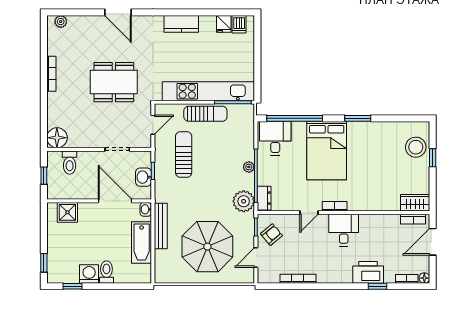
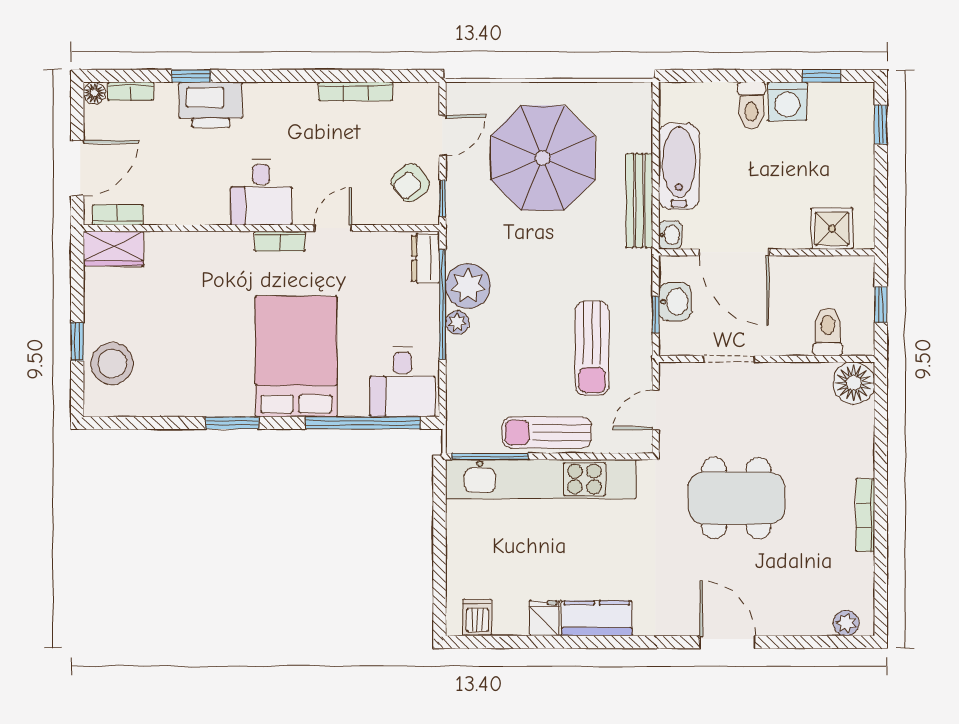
fridge: (224, 24) -> (544, 618), moved
plant: (244, 201) -> (468, 286), moved

